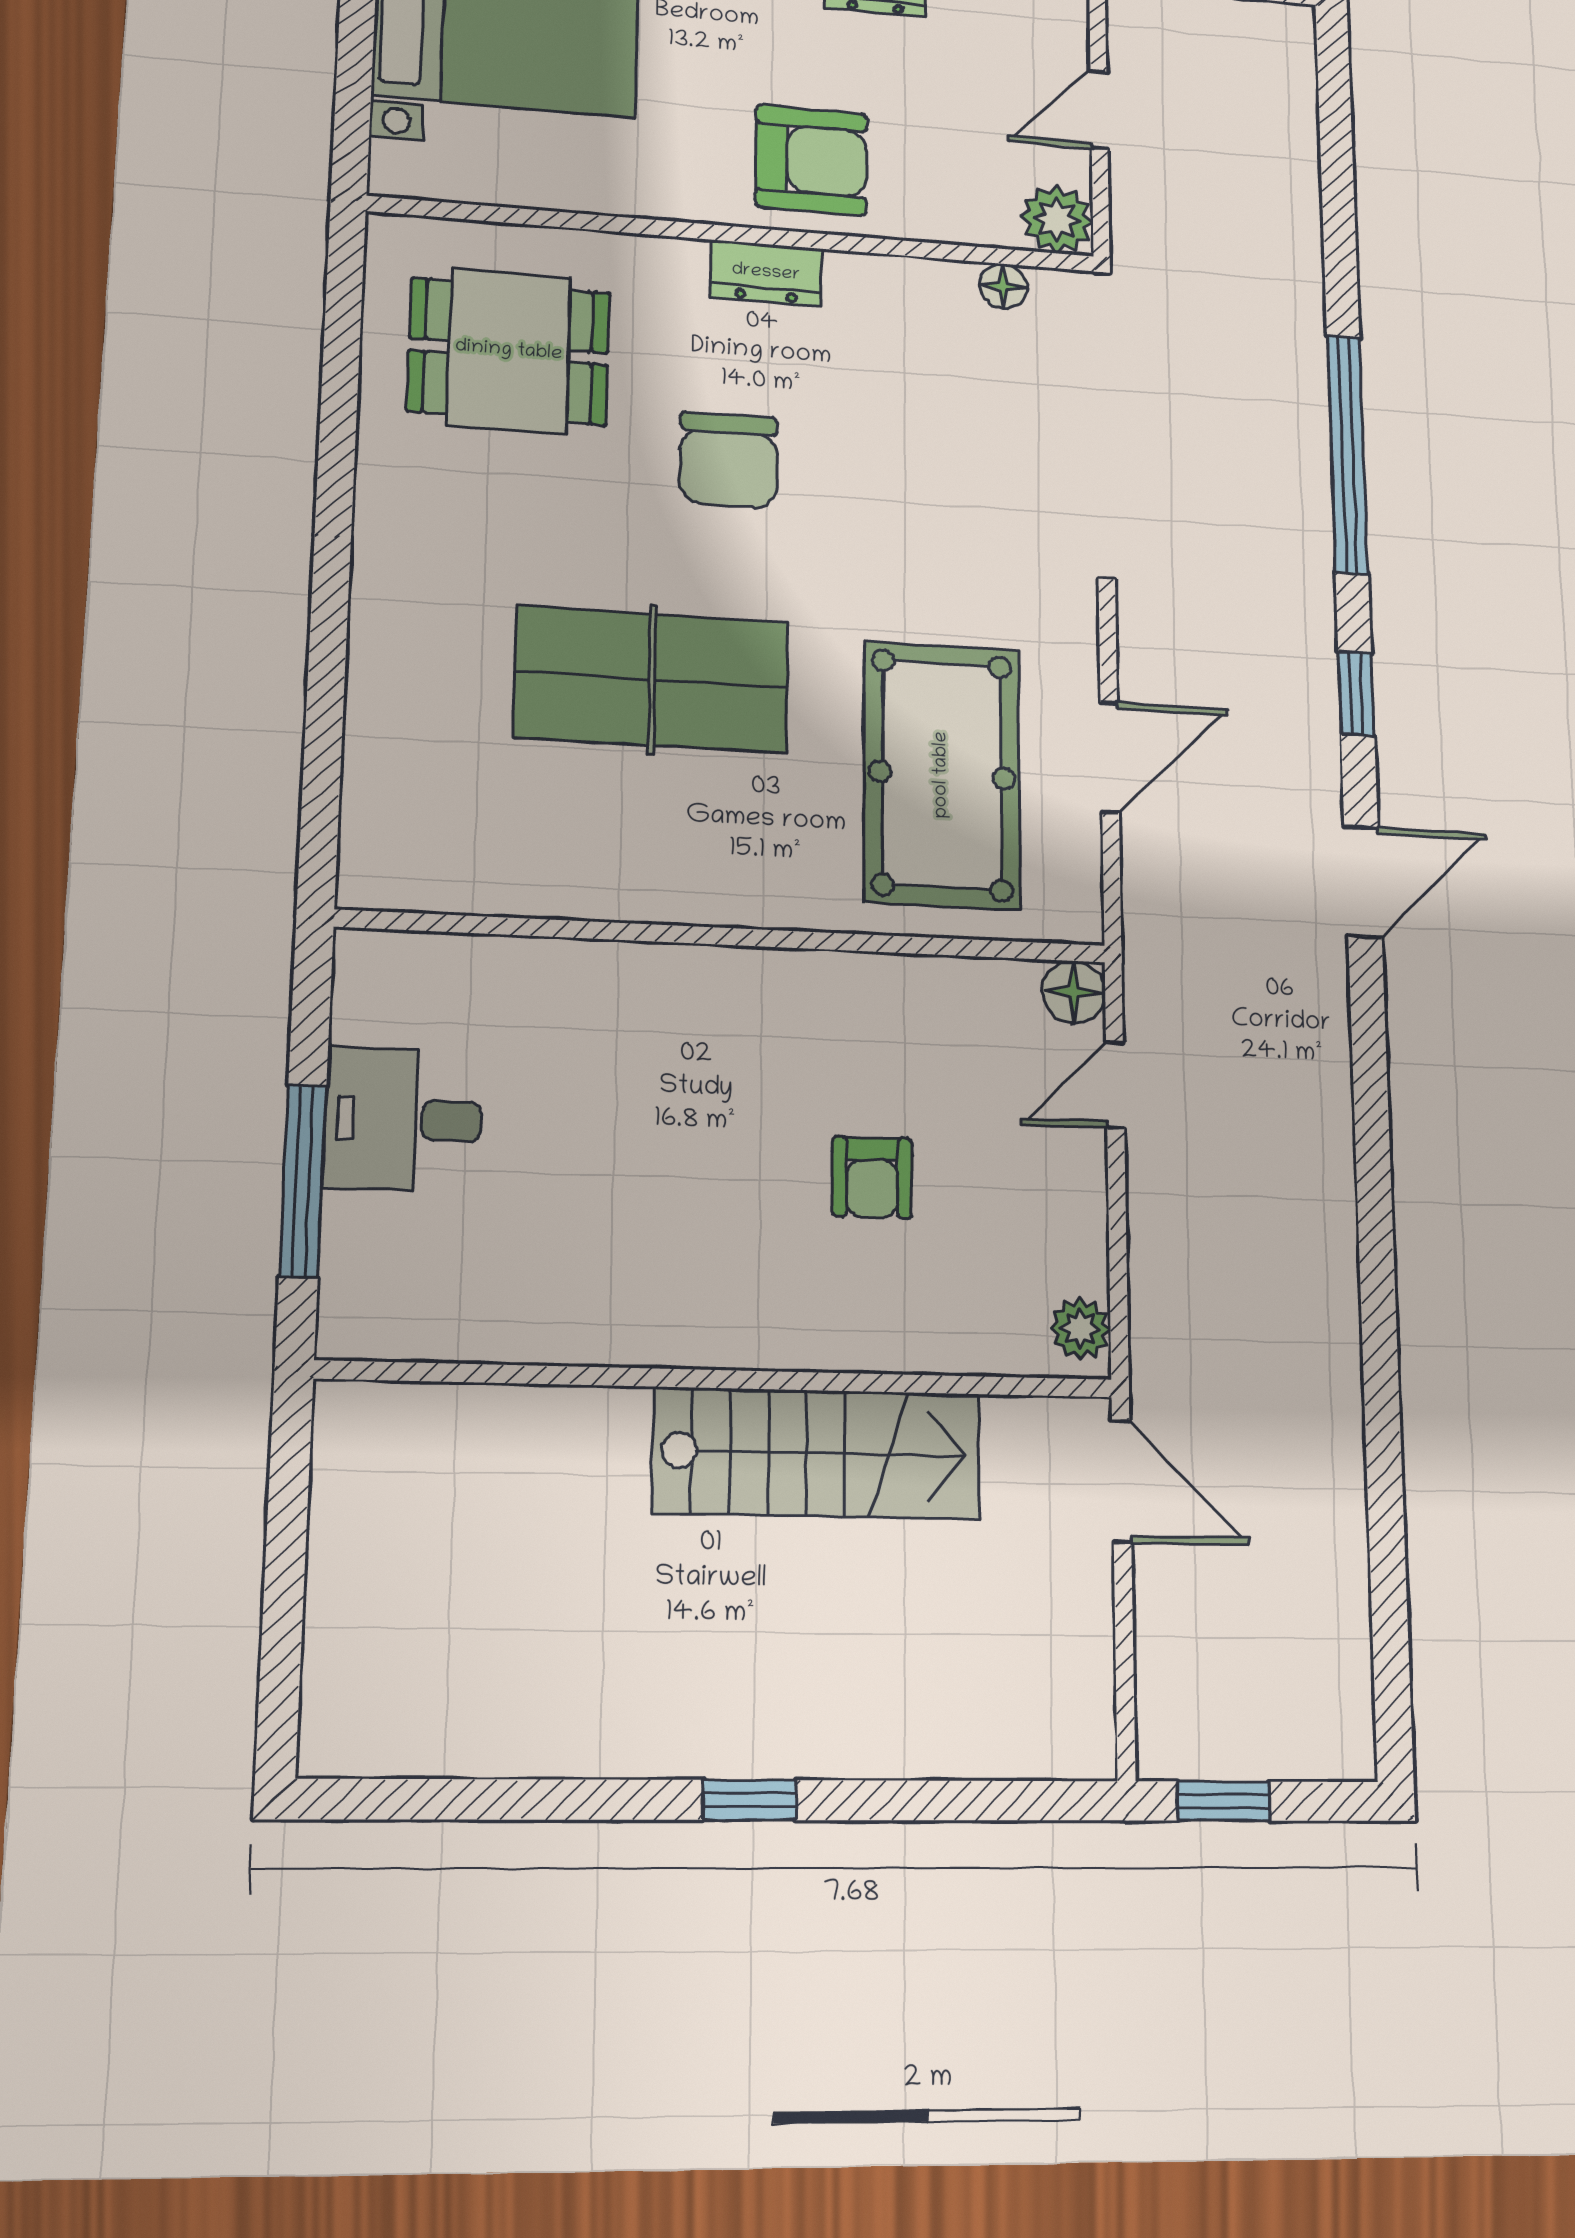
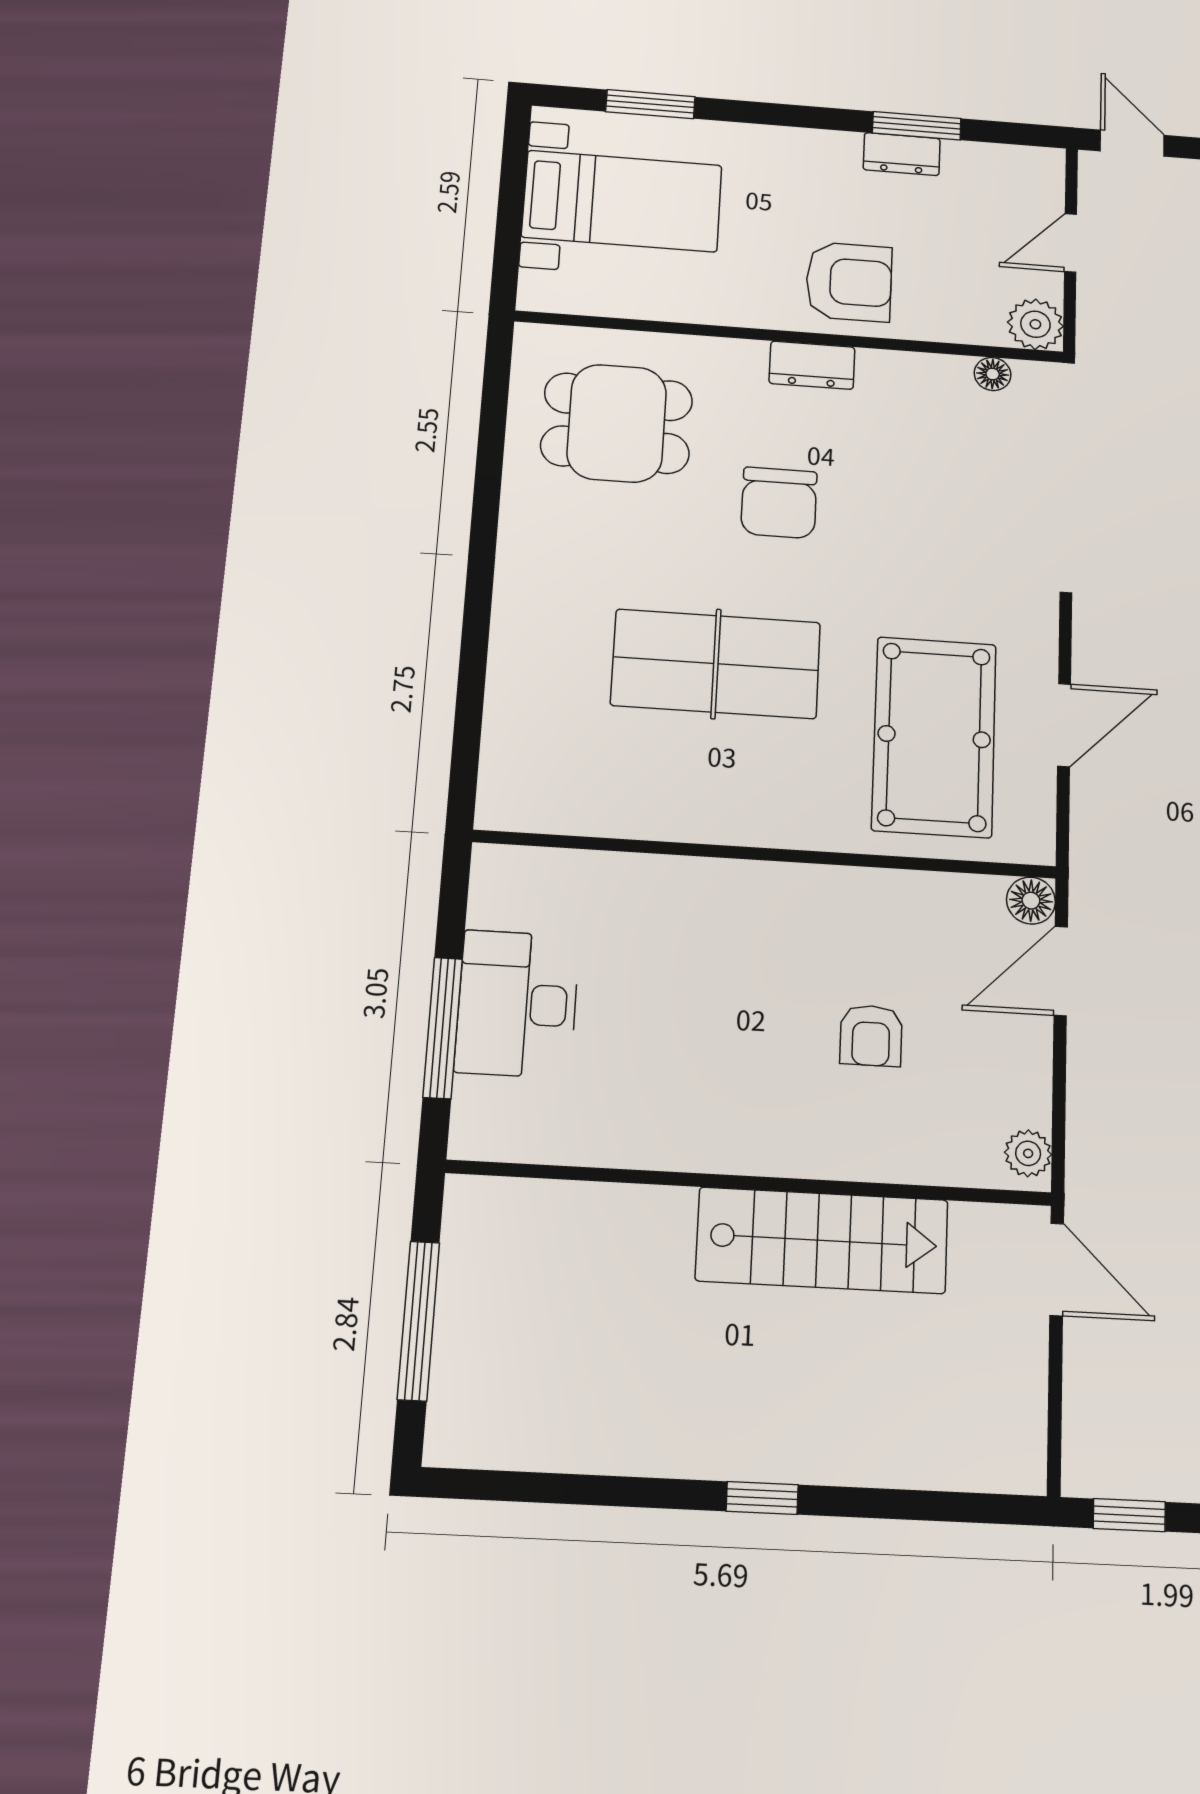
door: (1115, 1085) -> (1061, 971), width x1.38
desk: (403, 1119) -> (517, 1004), width x1.37
window: (284, 1581) -> (419, 1321), added

